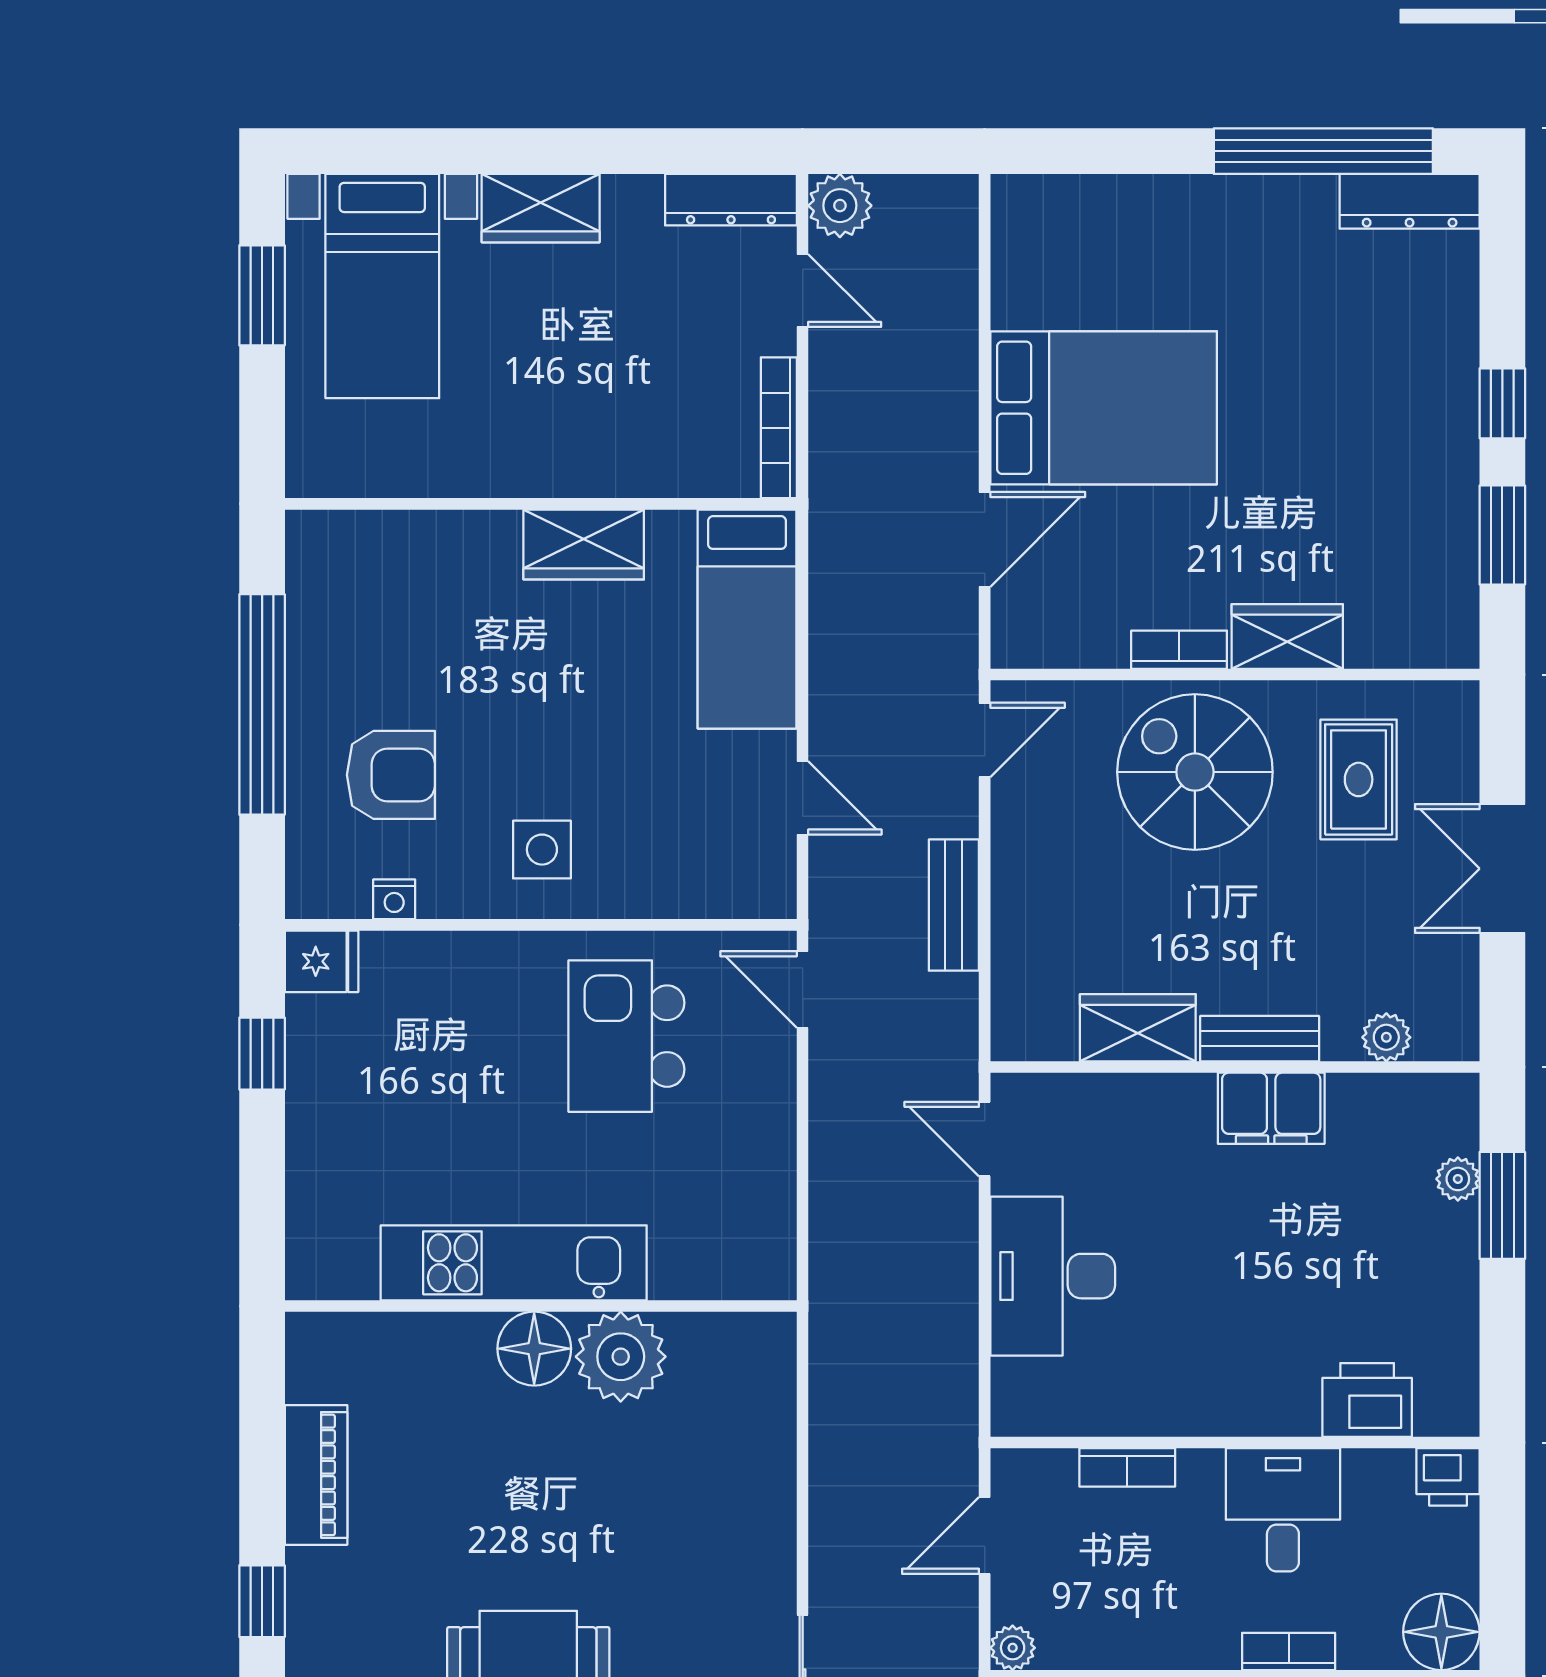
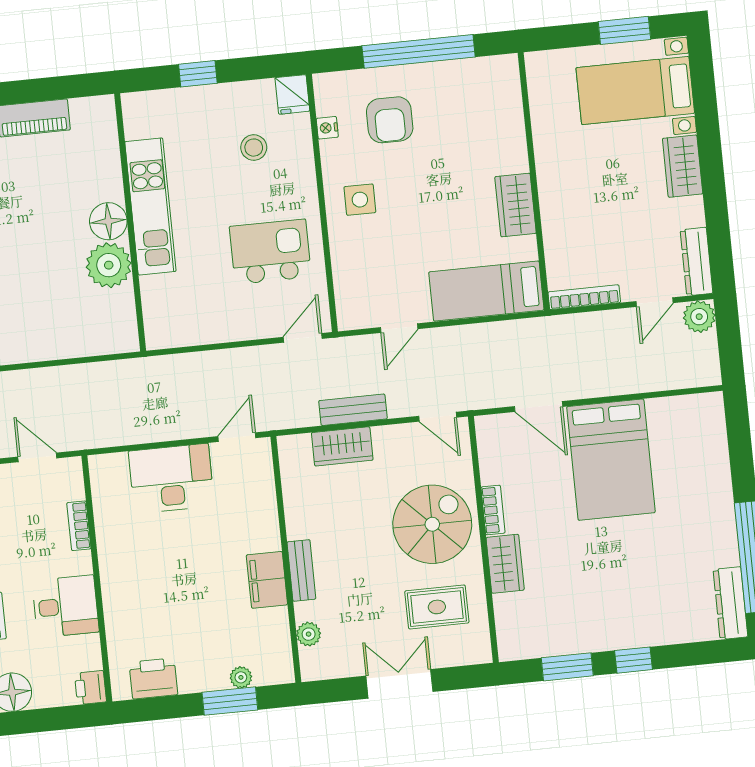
wardrobe: (1138, 1028) -> (342, 446), moved, turned 90
stool: (418, 1048) -> (254, 148), added
window: (262, 1054) -> (198, 74), moved
printer: (1367, 1400) -> (153, 678), moved, turned -90

